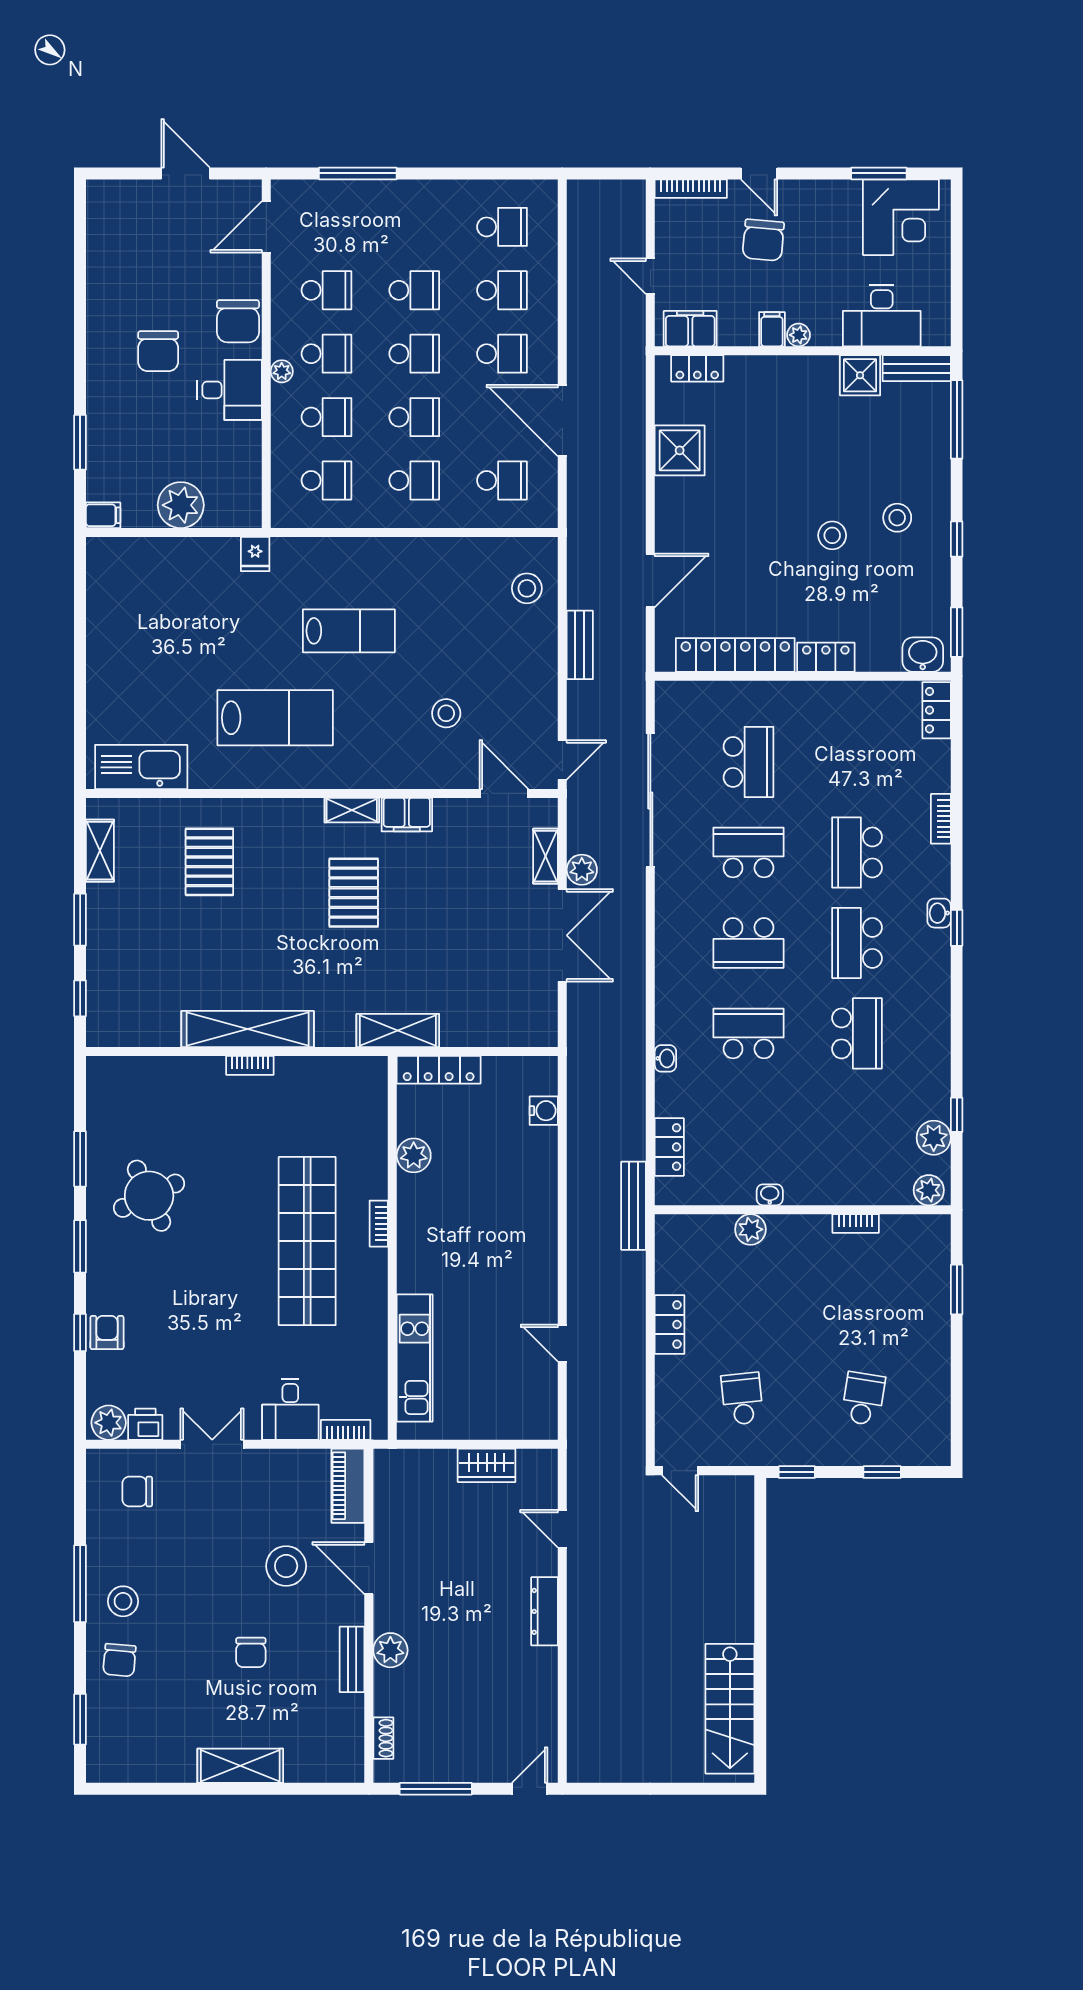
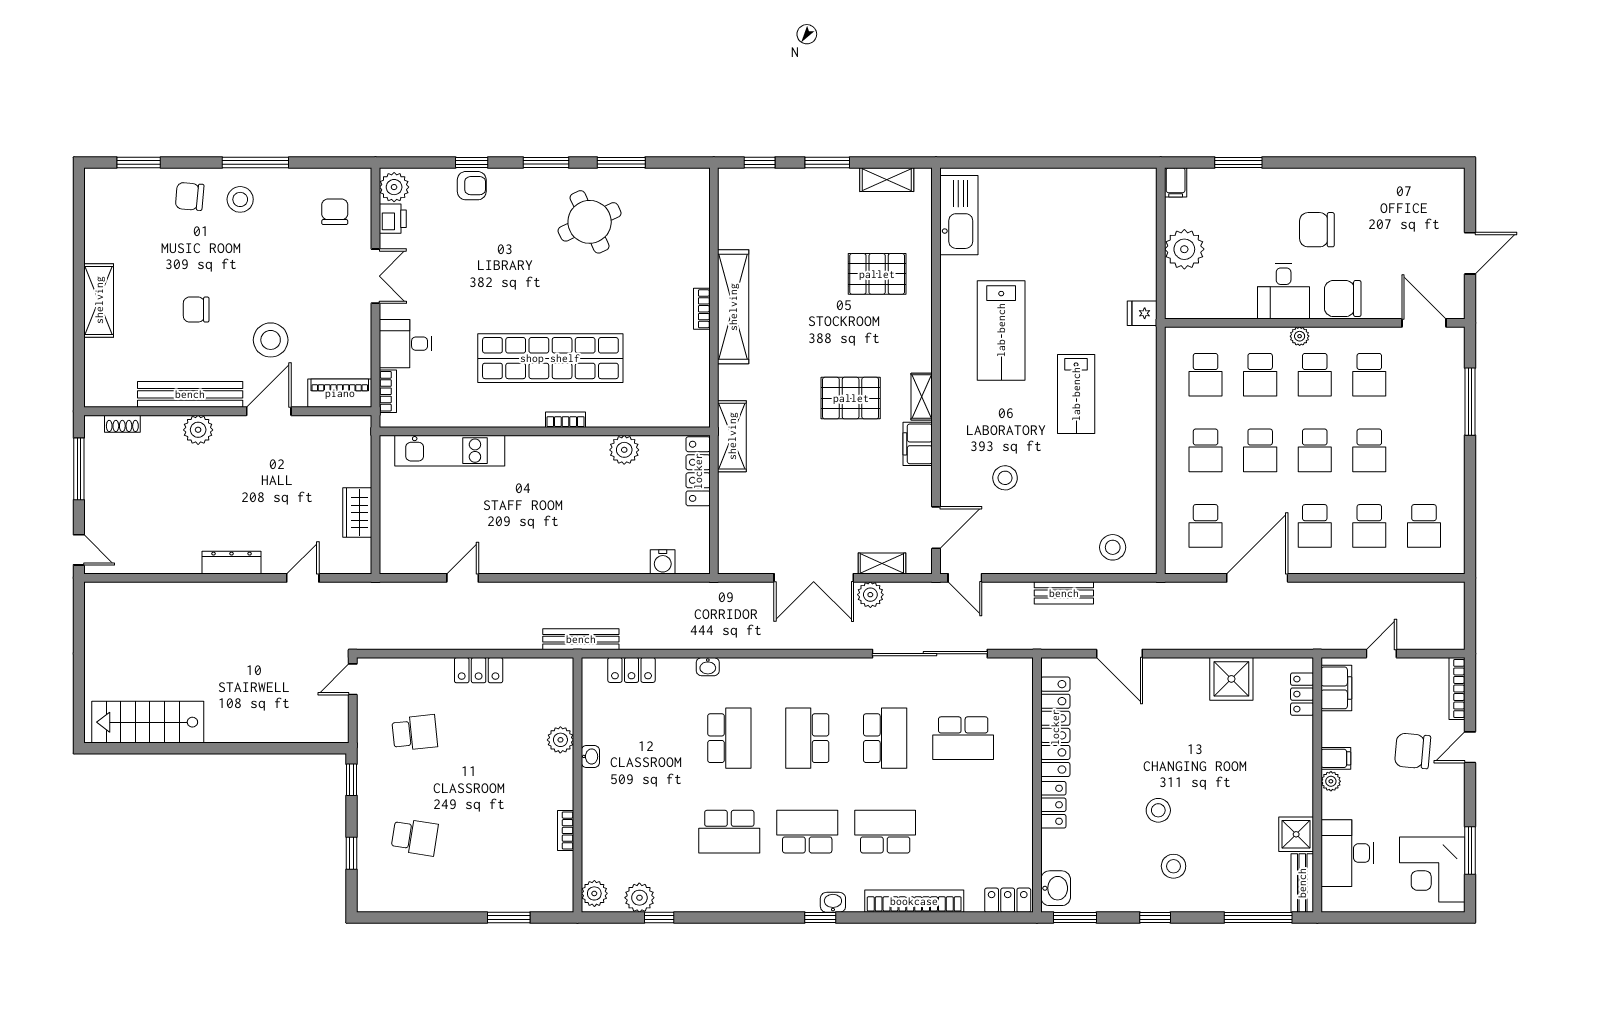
bookcase: (941, 819) -> (914, 901), width x2.31, depth x1.31
bench: (352, 1659) -> (190, 394), width x1.86, depth x1.21

